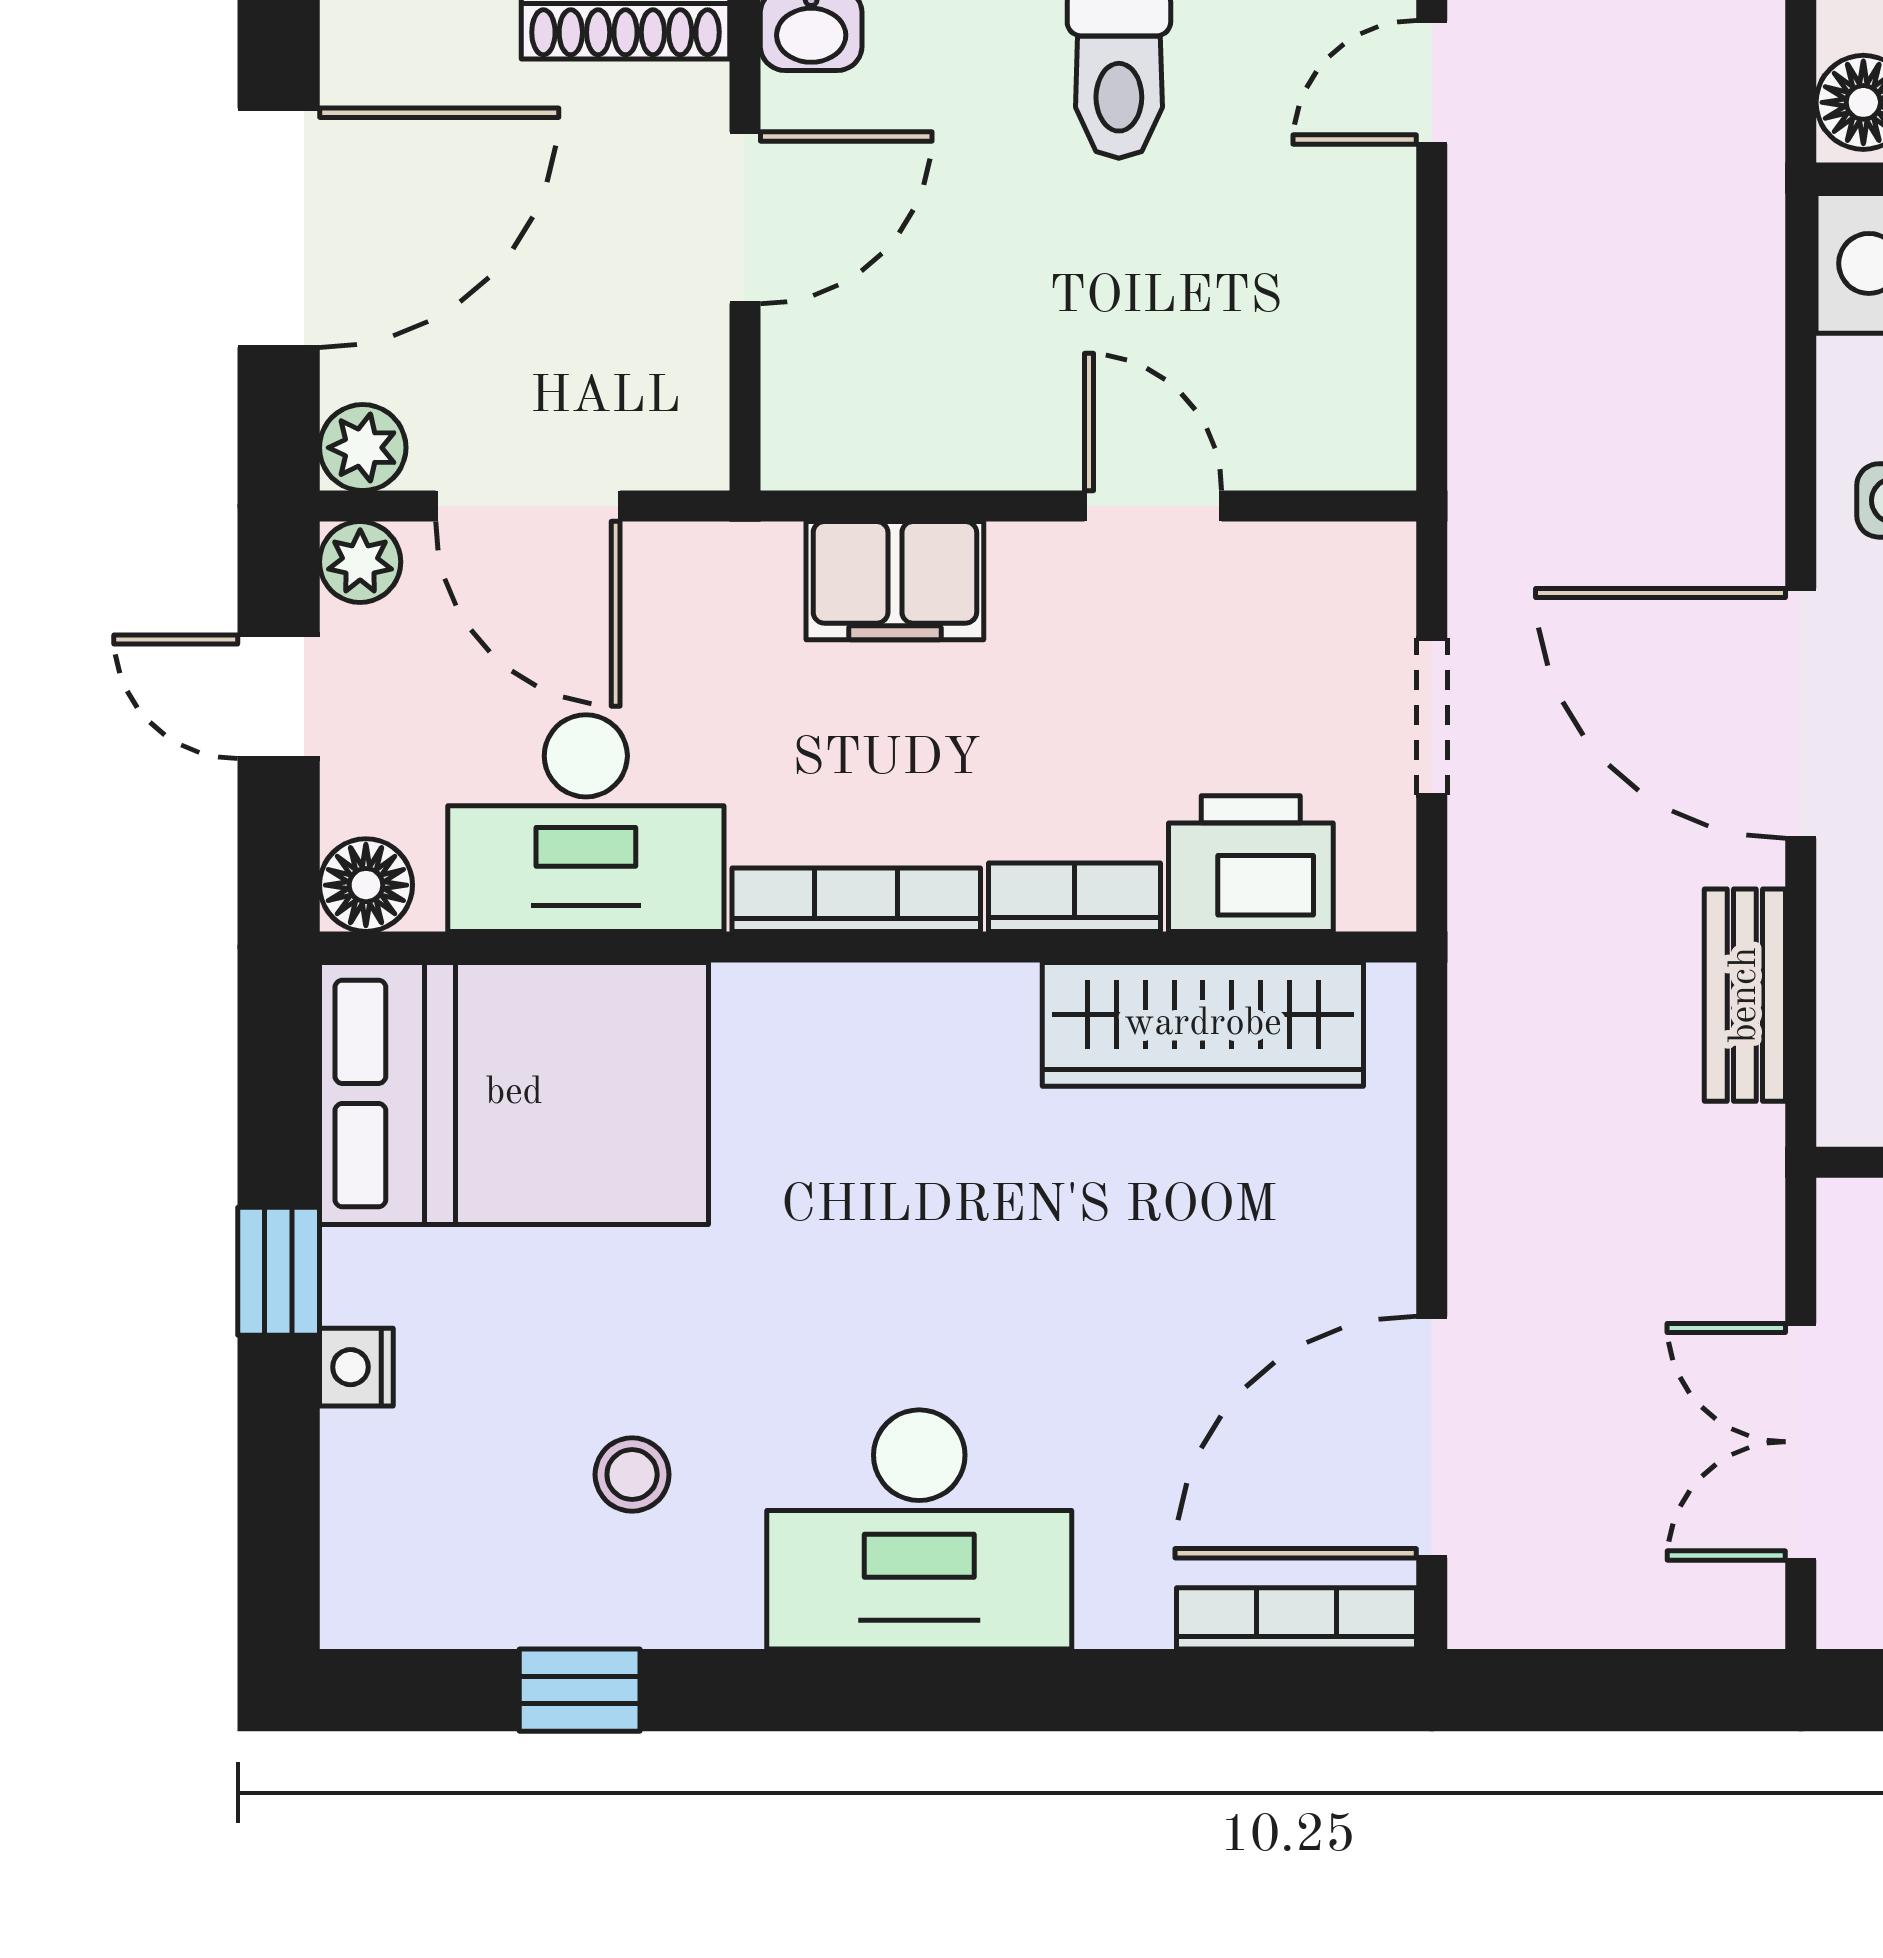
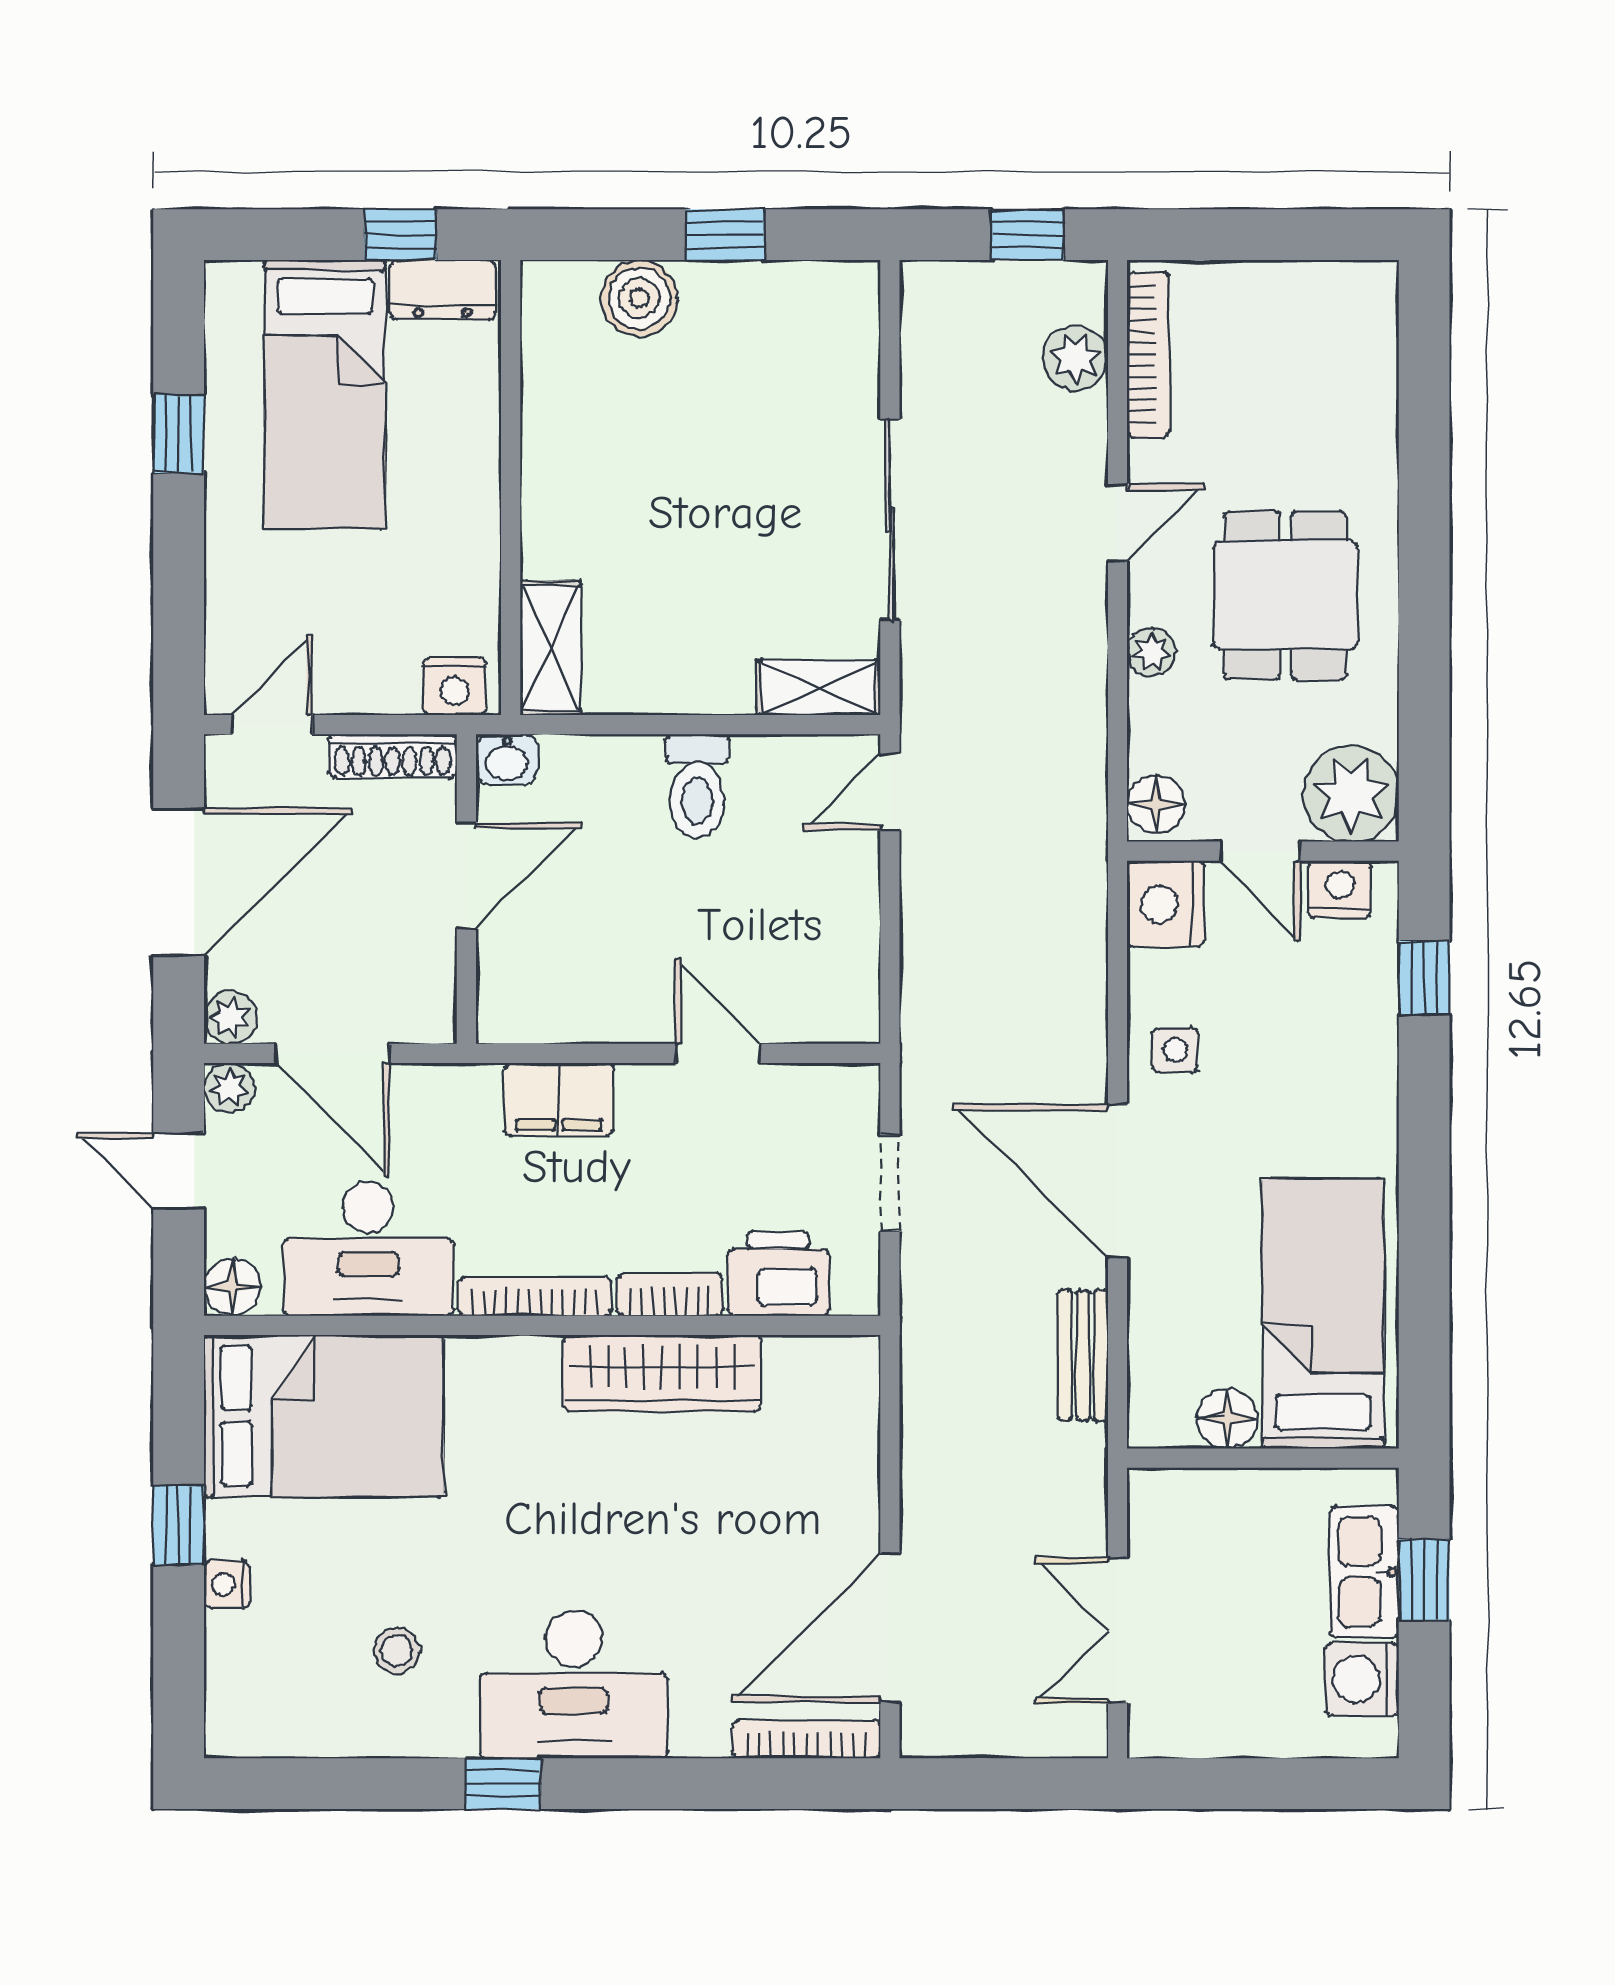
wardrobe: (1203, 1024) -> (662, 1373), moved
window: (580, 1690) -> (503, 1784), moved

